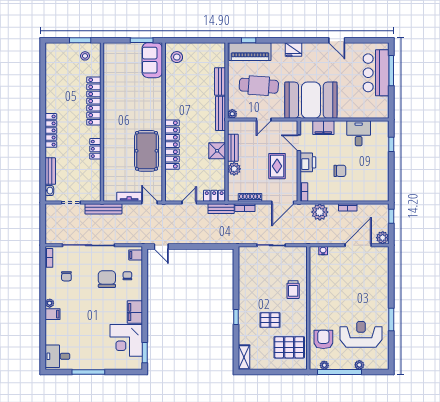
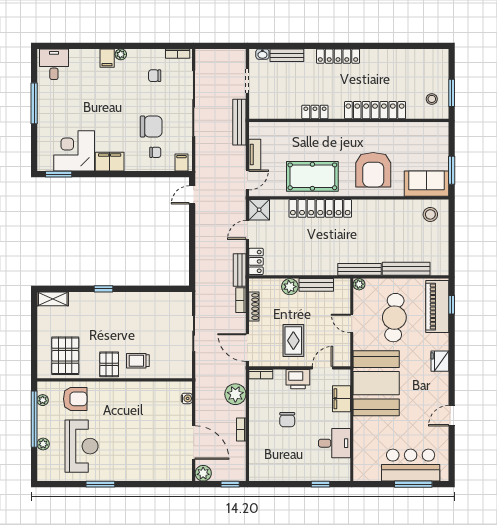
bench: (220, 81) -> (406, 269), width x1.36
armchair: (141, 102) -> (373, 170), added
shower: (217, 151) -> (259, 210), moved
rug: (277, 166) -> (293, 341), turned 90
door: (189, 203) -> (247, 230), swing flipped
pallet: (270, 320) -> (109, 364), moved

